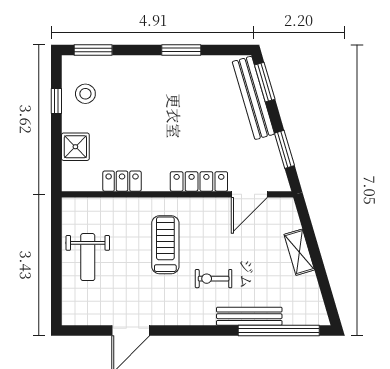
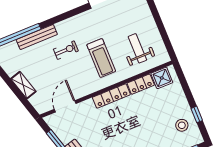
shower: (75, 147) -> (162, 78), moved
locker: (199, 181) -> (111, 96), moved
weight bench: (88, 257) -> (137, 48), moved

